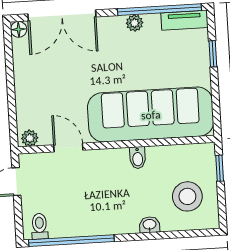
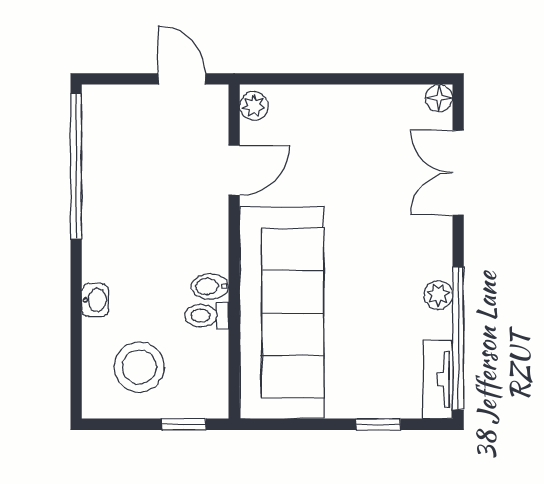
double door: (62, 15) -> (458, 173), width x0.73
toilet: (40, 226) -> (207, 316), moved, turned 180

